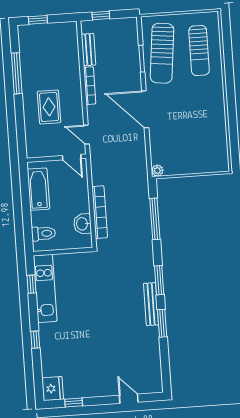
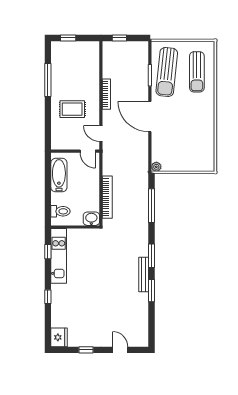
bench: (89, 50) -> (107, 65), removed
rug: (49, 107) -> (72, 109), turned 90
washbasin: (82, 224) -> (91, 219), moved, turned 90
window: (74, 403) -> (86, 350), moved

